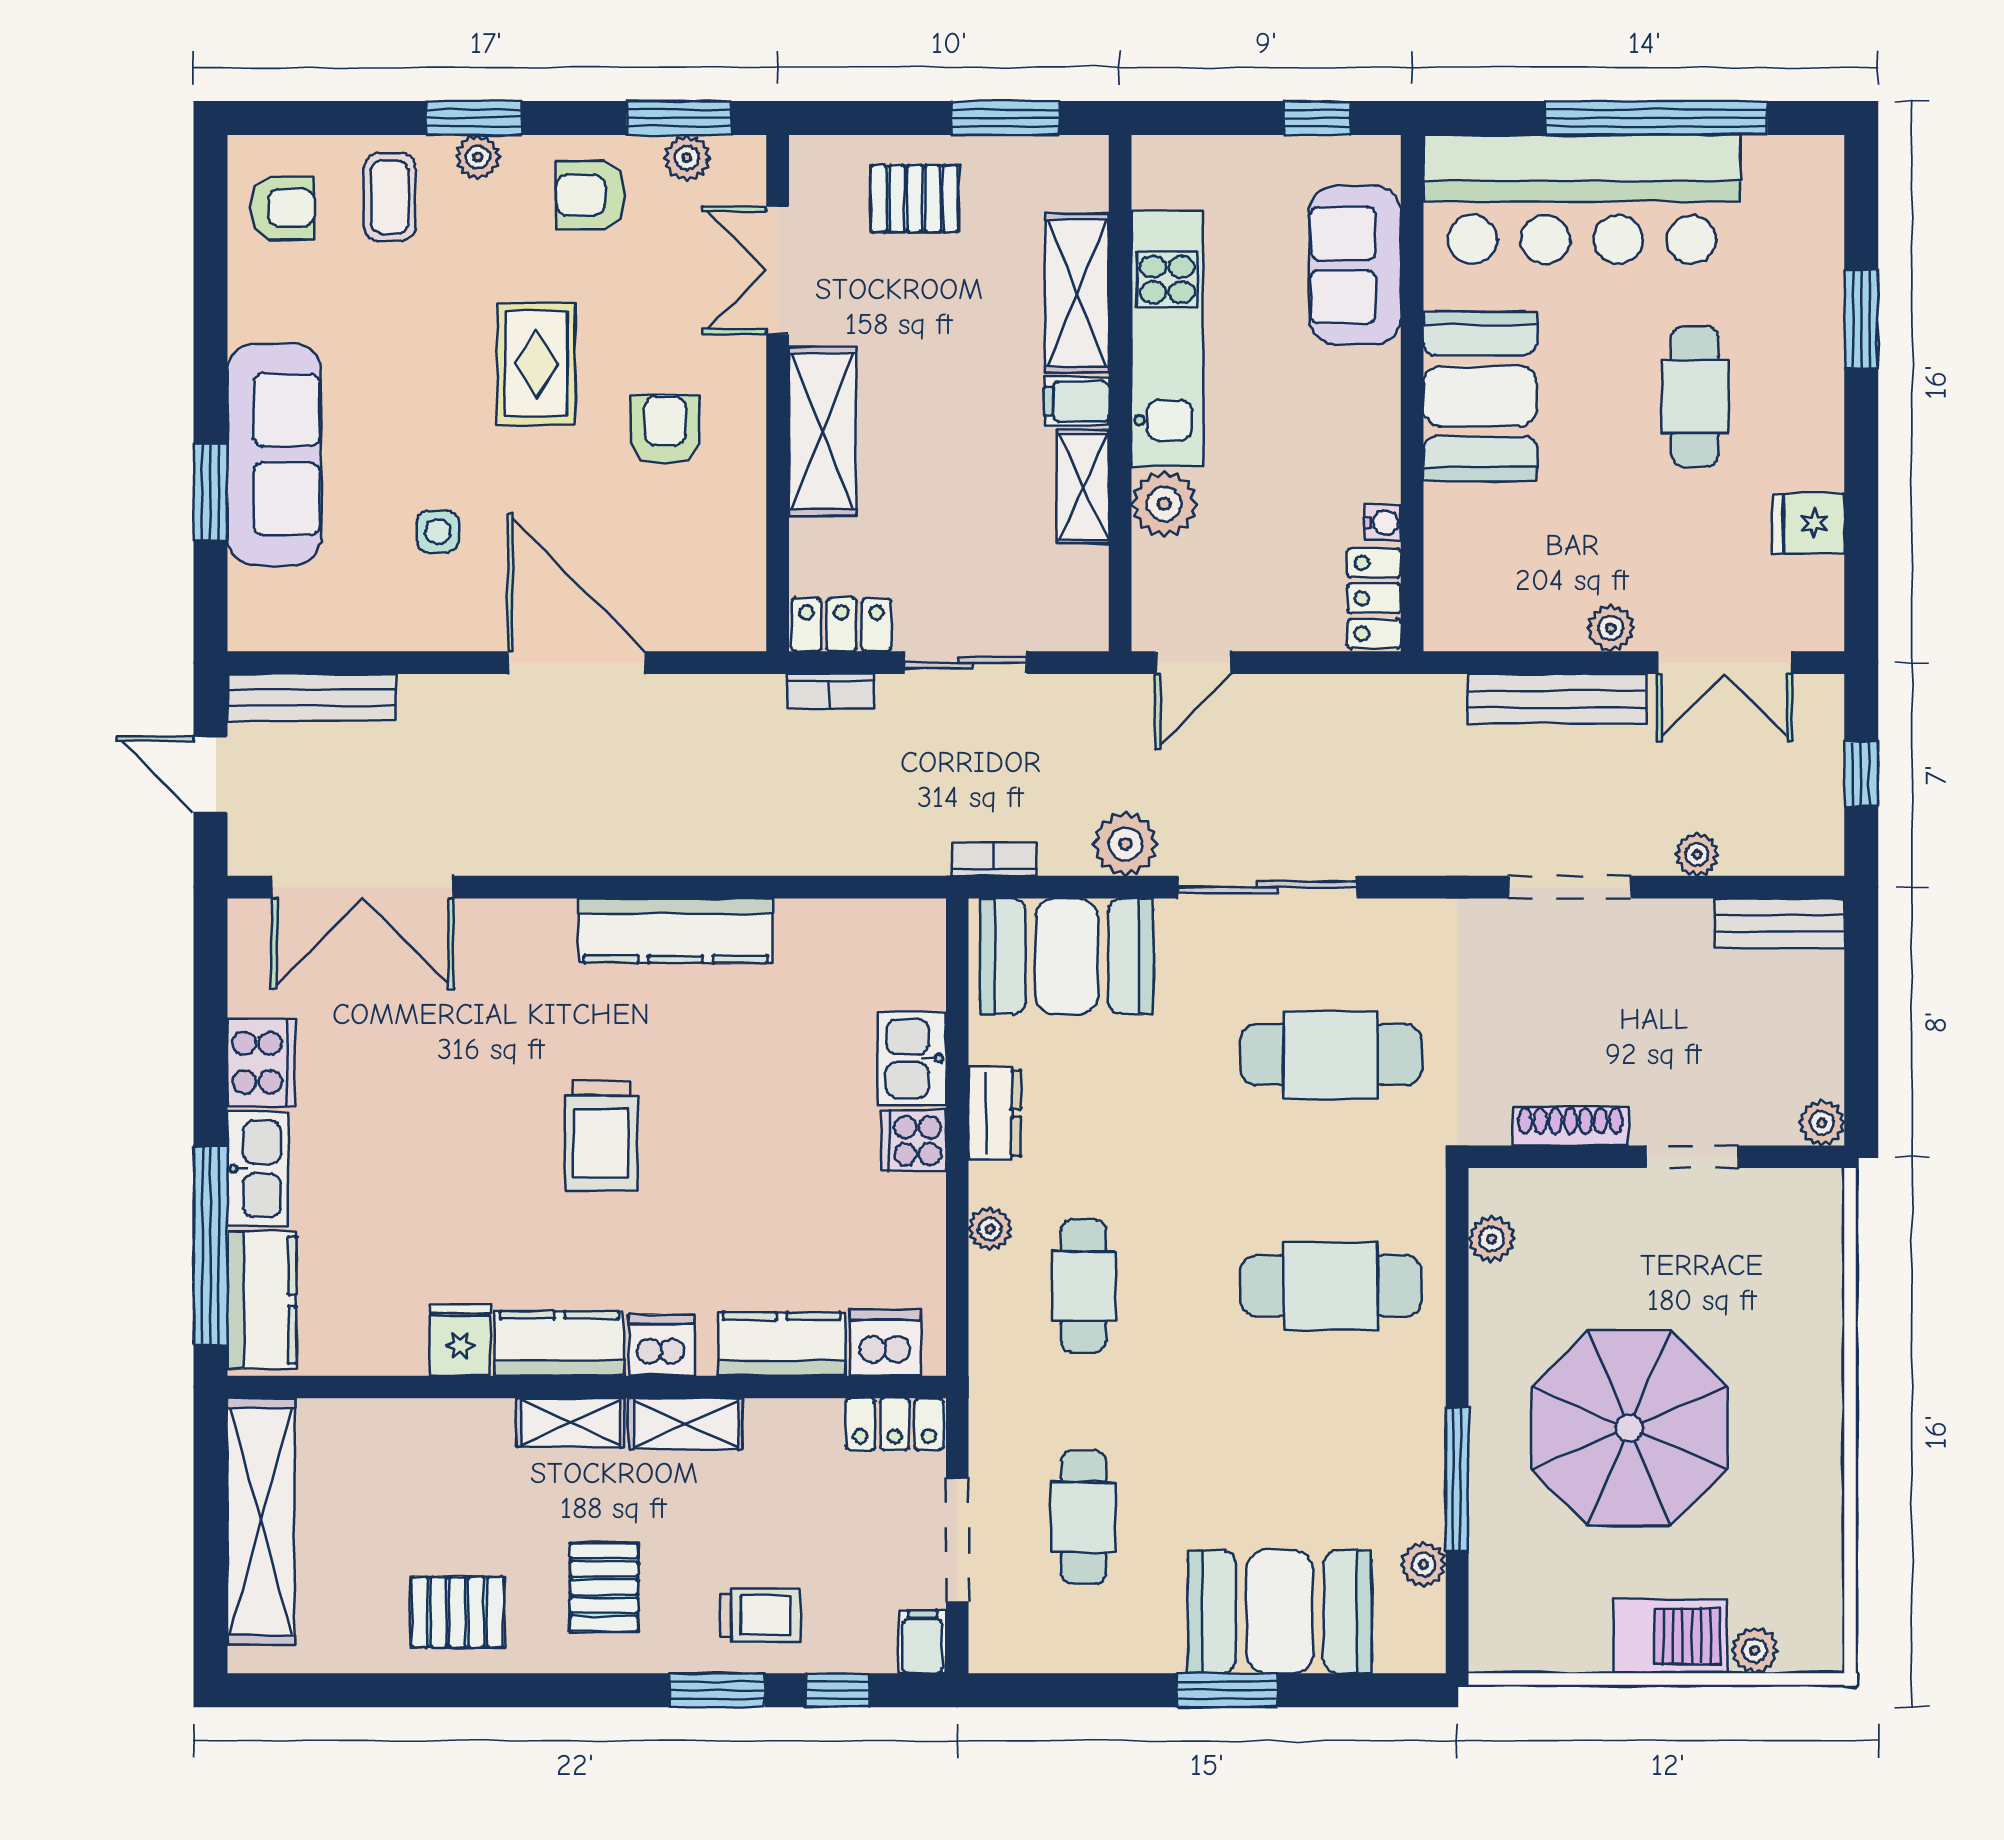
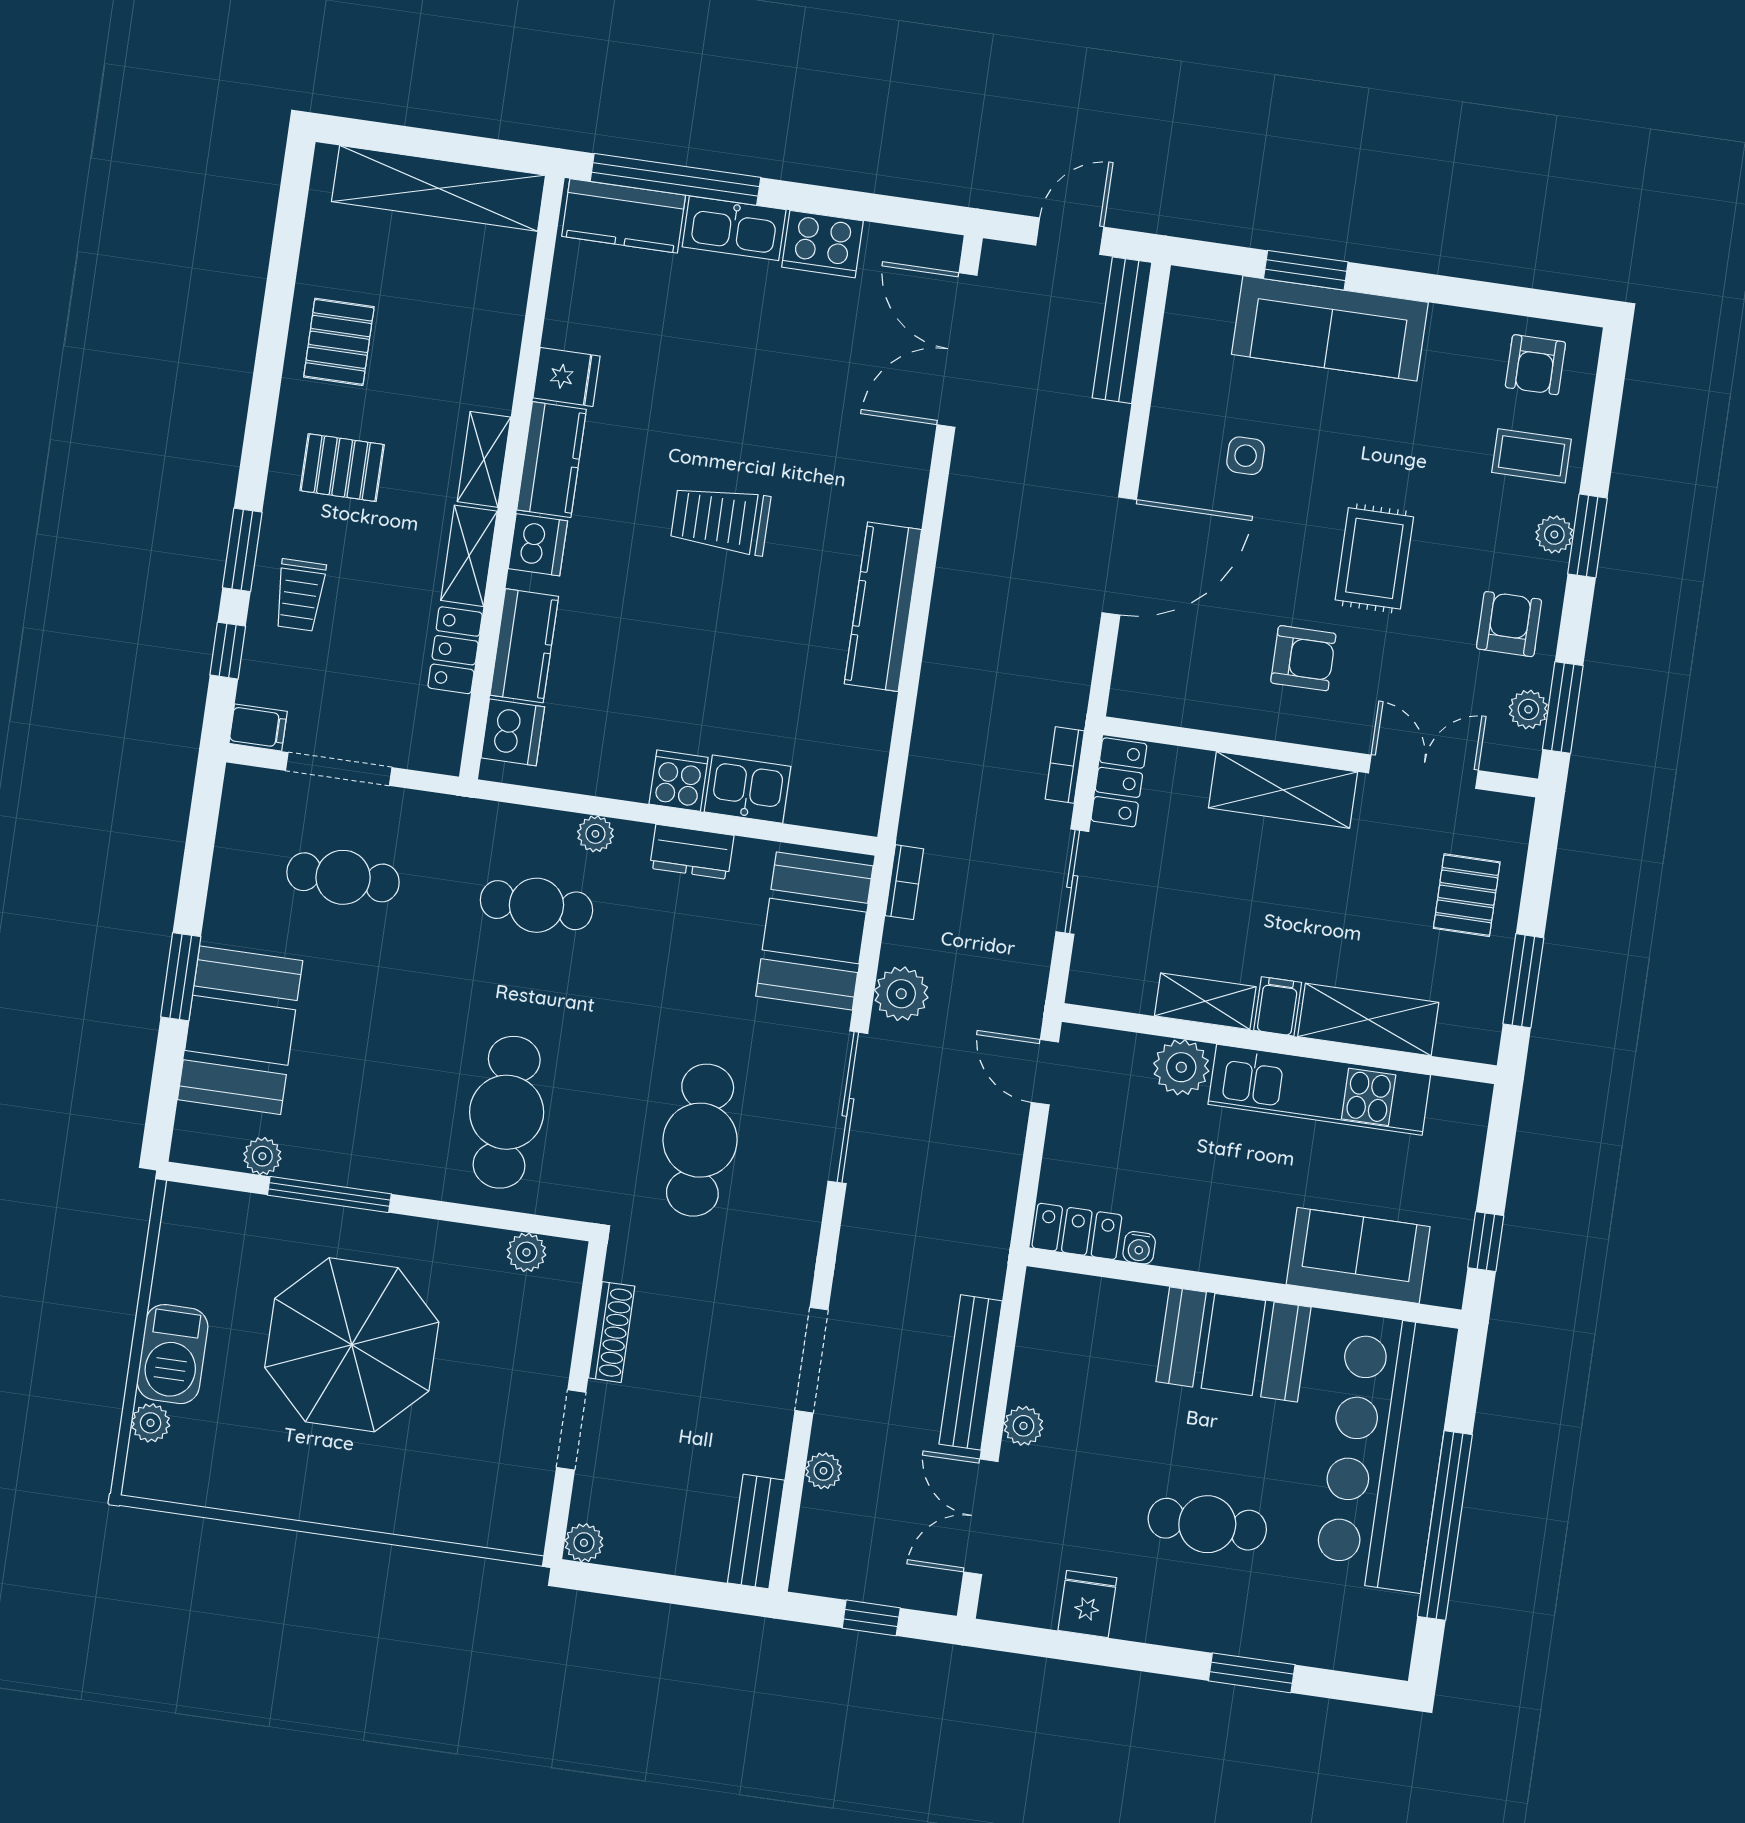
rug: (536, 364) -> (1374, 558), turned 90
locker: (895, 1424) -> (455, 650), moved

